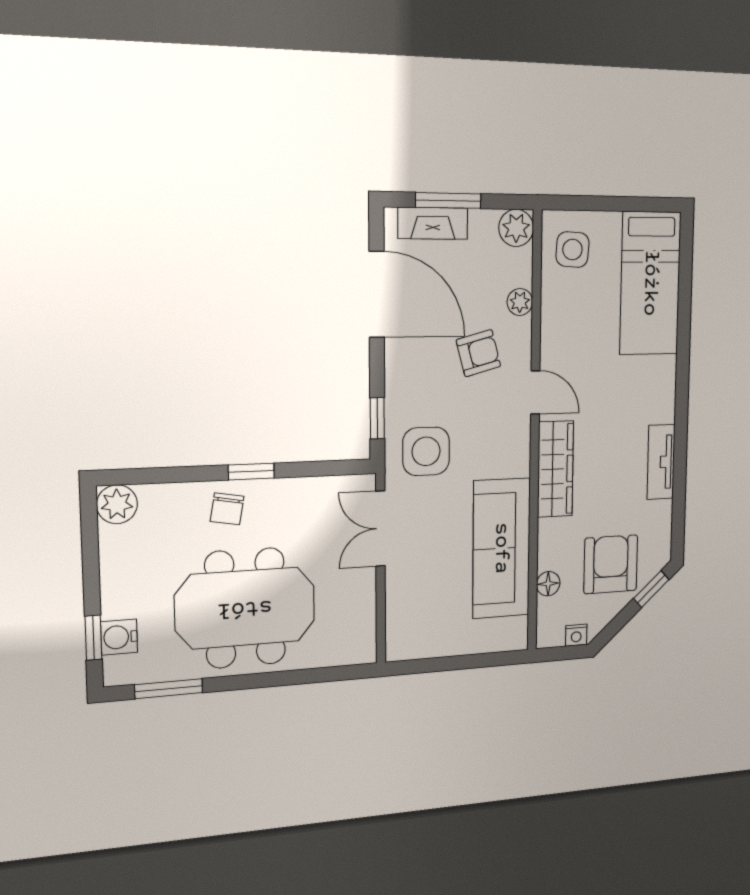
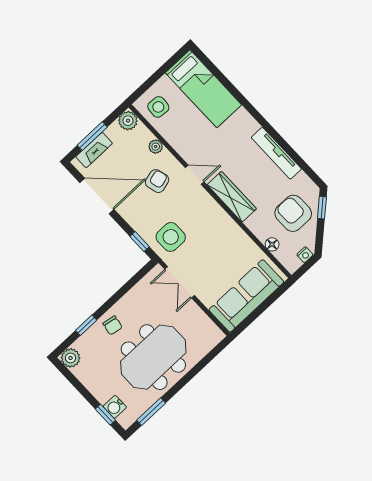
tv unit: (661, 462) -> (276, 153), width x1.41
window: (251, 472) -> (86, 325), moved
sofa: (501, 548) -> (246, 296), moved, turned 90

